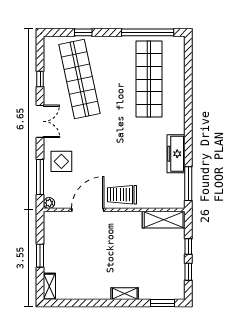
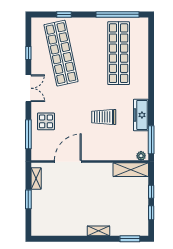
trolley: (122, 195) -> (104, 117), moved
plant: (49, 203) -> (141, 156), moved
shelving: (49, 286) -> (36, 178), moved

